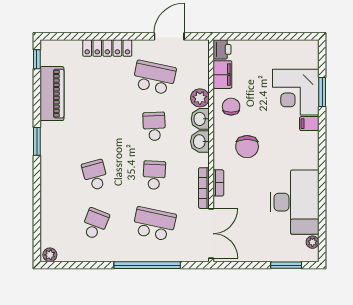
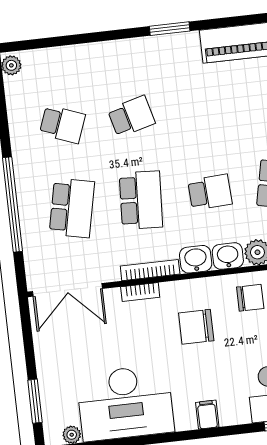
filing cabinet: (309, 124) -> (207, 415), moved
school desk: (154, 175) -> (141, 200), width x1.85
bookcase: (204, 188) -> (150, 270), moved

